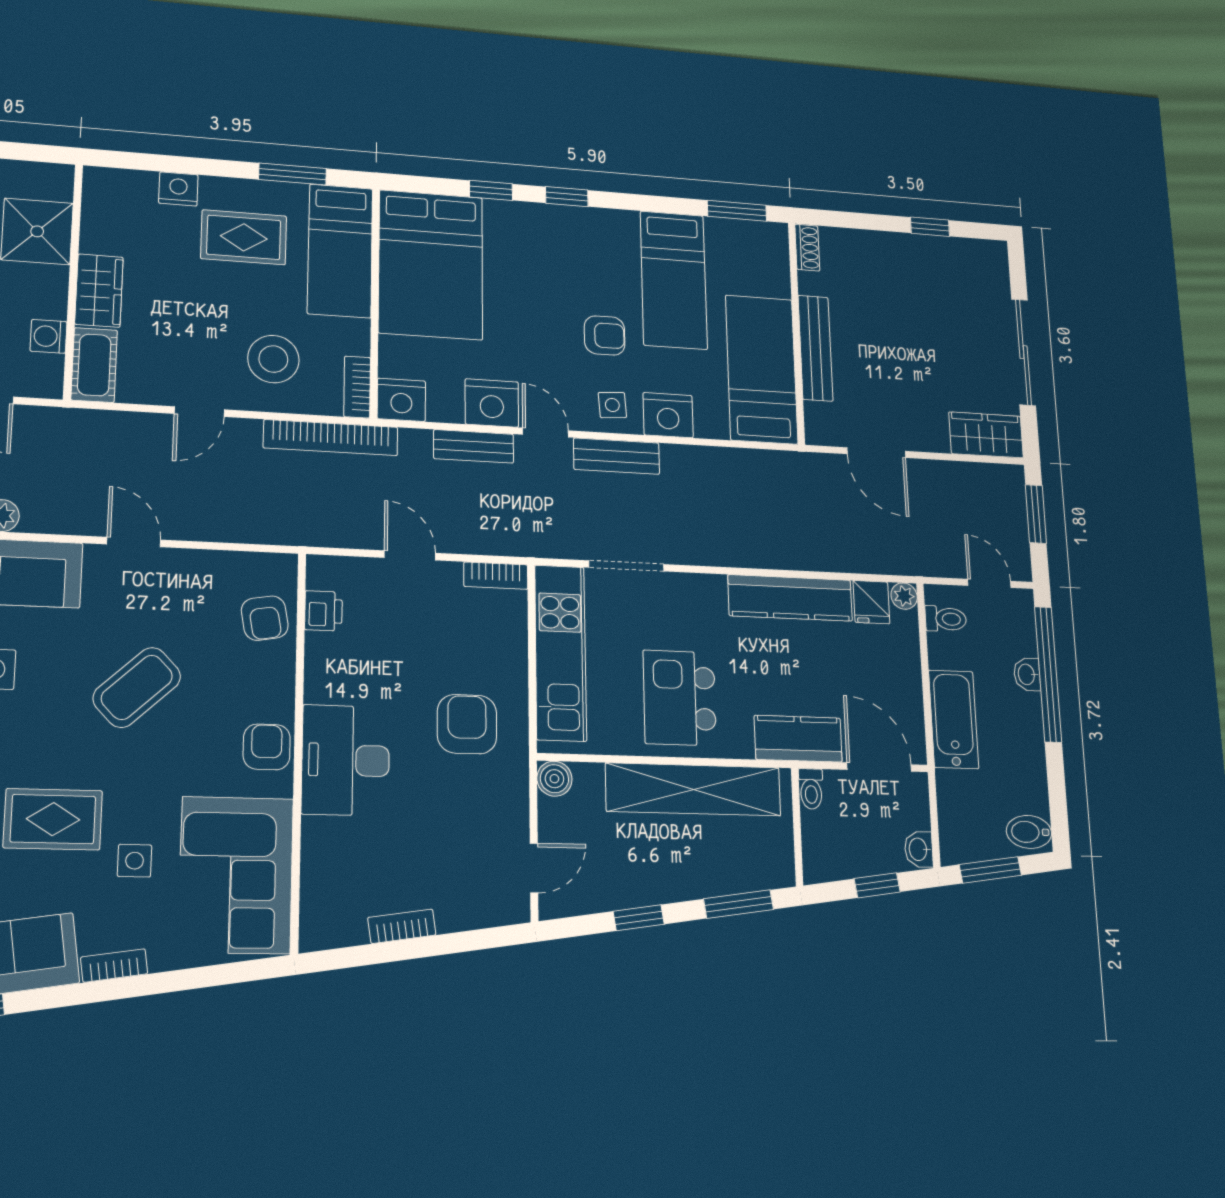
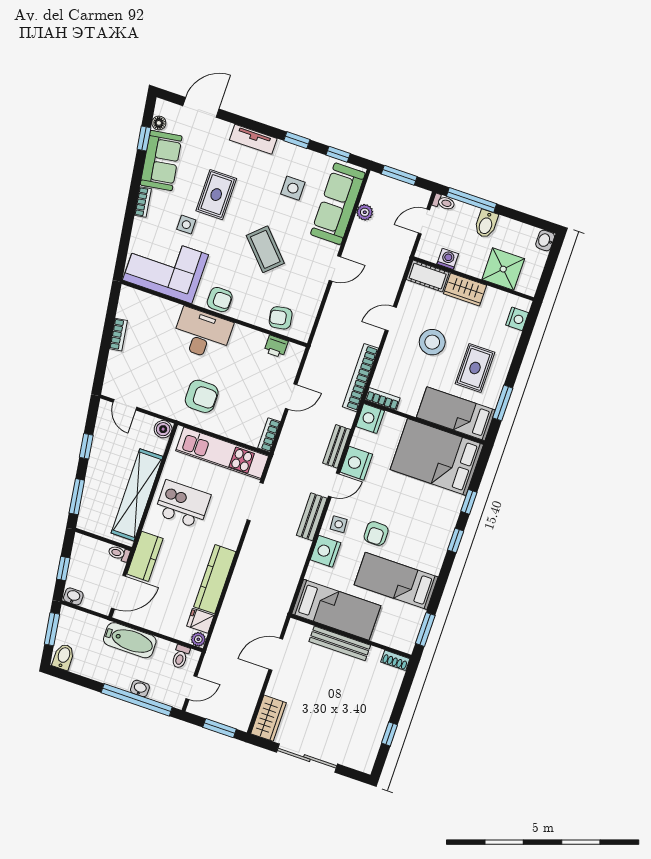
nightstand: (178, 189) -> (517, 319), moved
stool: (273, 359) -> (432, 342), moved
door: (199, 412) -> (391, 319), hinge flipped

